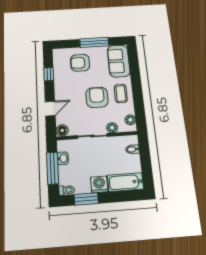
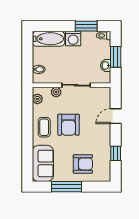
floor lamp: (62, 130) -> (105, 93), removed
window: (53, 168) -> (116, 57), width x0.69

